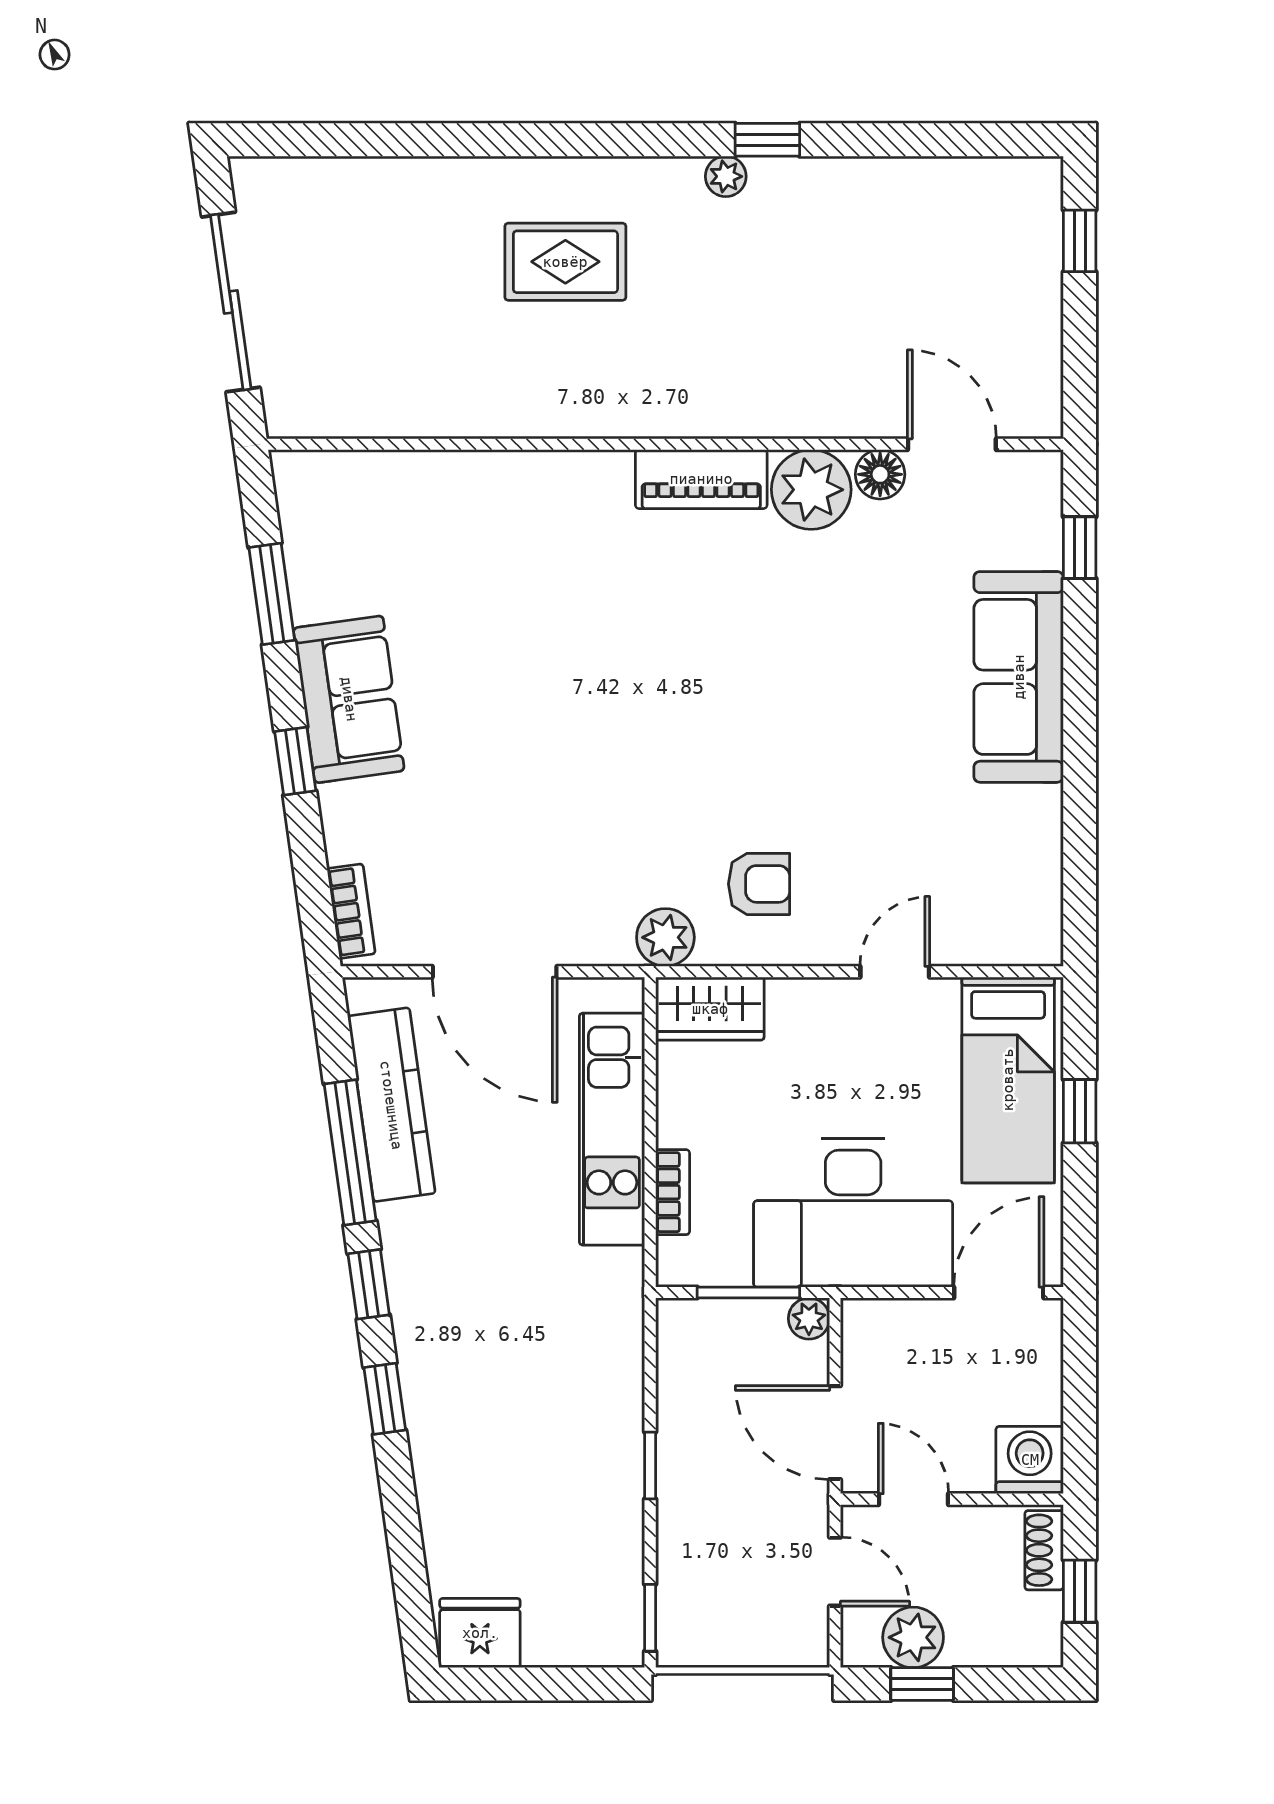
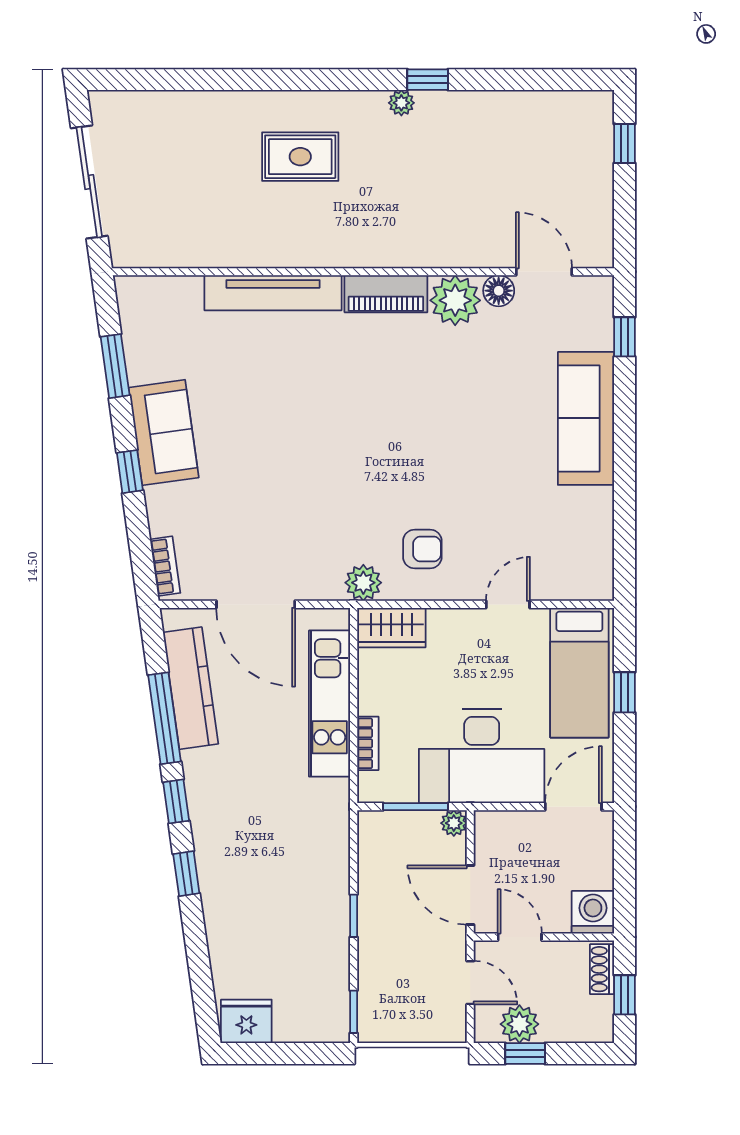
tv unit: (522, 478) -> (273, 293), added

